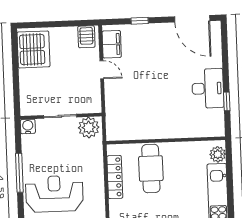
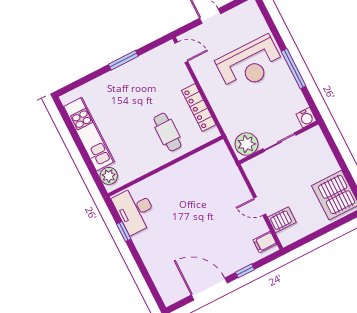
door: (192, 19) -> (209, 289), moved
server rack: (86, 37) -> (282, 220), moved, turned 90
filing cabinet: (112, 44) -> (265, 242), width x0.50
desk: (208, 88) -> (135, 210), moved
cafe table: (151, 168) -> (167, 132), width x0.73, depth x0.74

